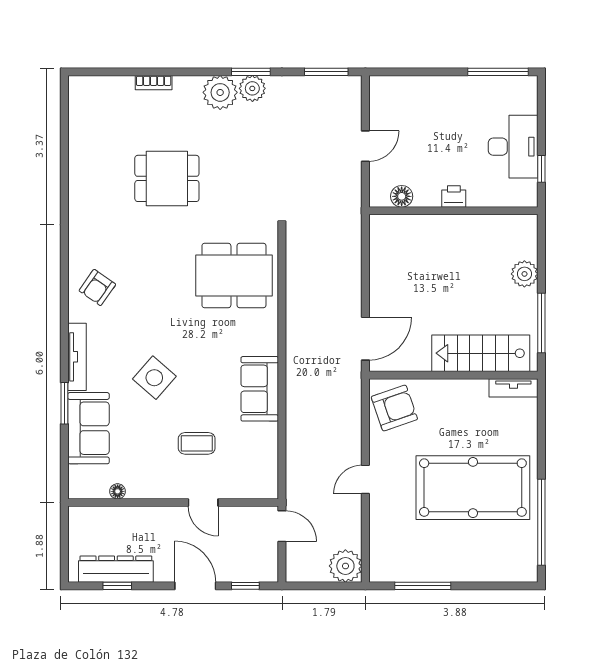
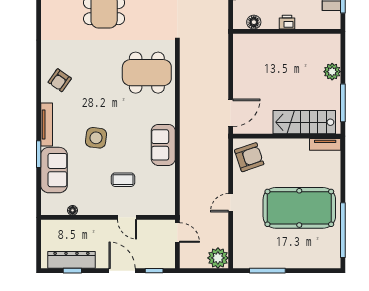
side table: (154, 378) -> (96, 138), turned -34

